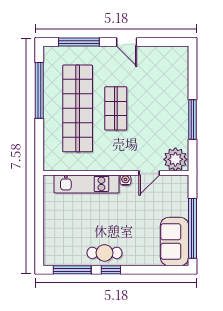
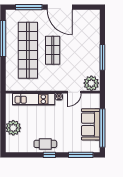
door: (127, 42) -> (60, 7), width x1.88
plant: (55, 228) -> (13, 128), added
sofa: (174, 241) -> (91, 124), moved
window: (72, 270) -> (81, 155), moved

